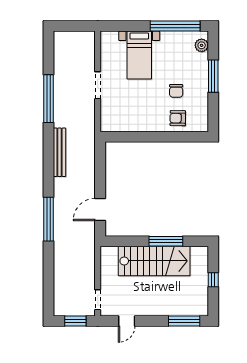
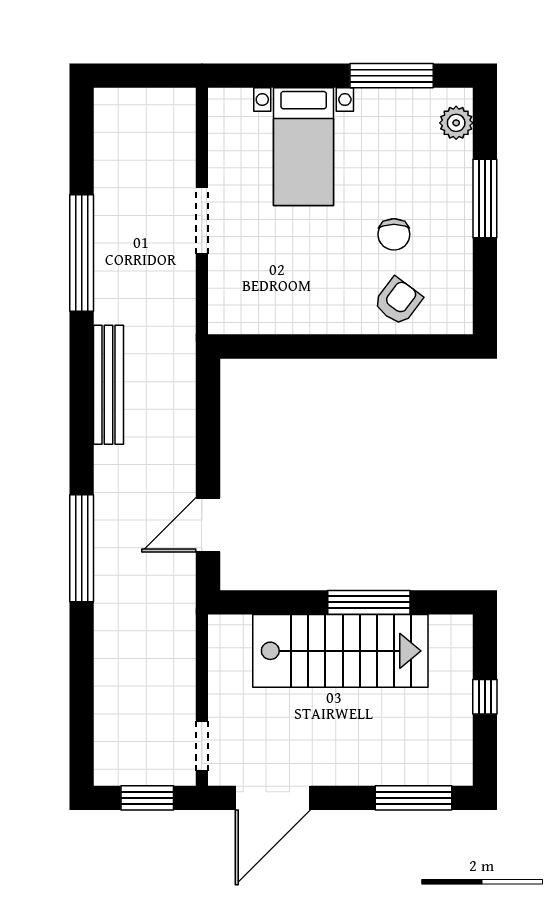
window: (175, 26) -> (392, 76), width x0.68
armchair: (178, 118) -> (398, 301), turned 126
door: (127, 321) -> (273, 798), width x1.88

